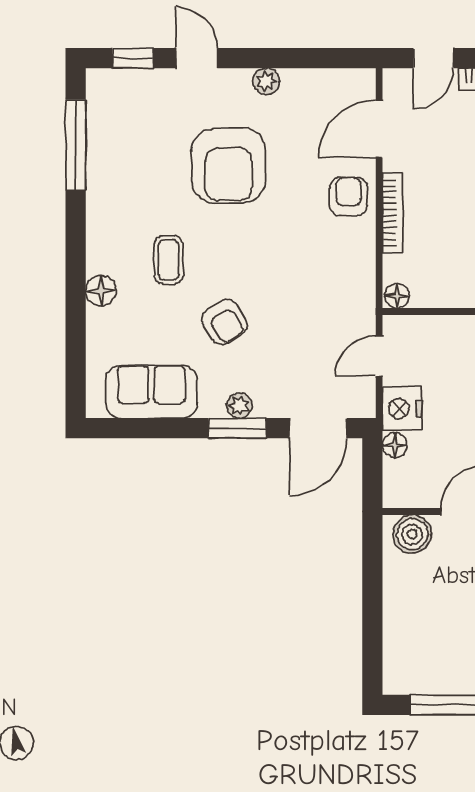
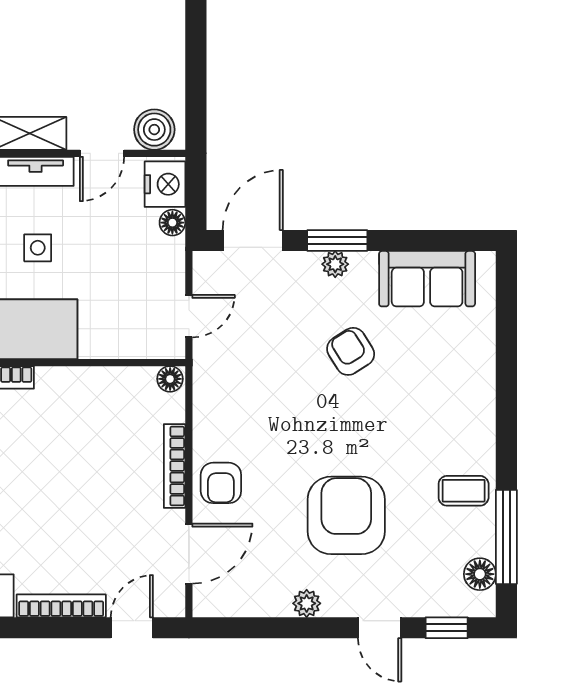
coffee table: (169, 260) -> (464, 491), moved, turned 90
floor lamp: (101, 291) -> (480, 574), moved
nightstand: (402, 409) -> (165, 184), moved

